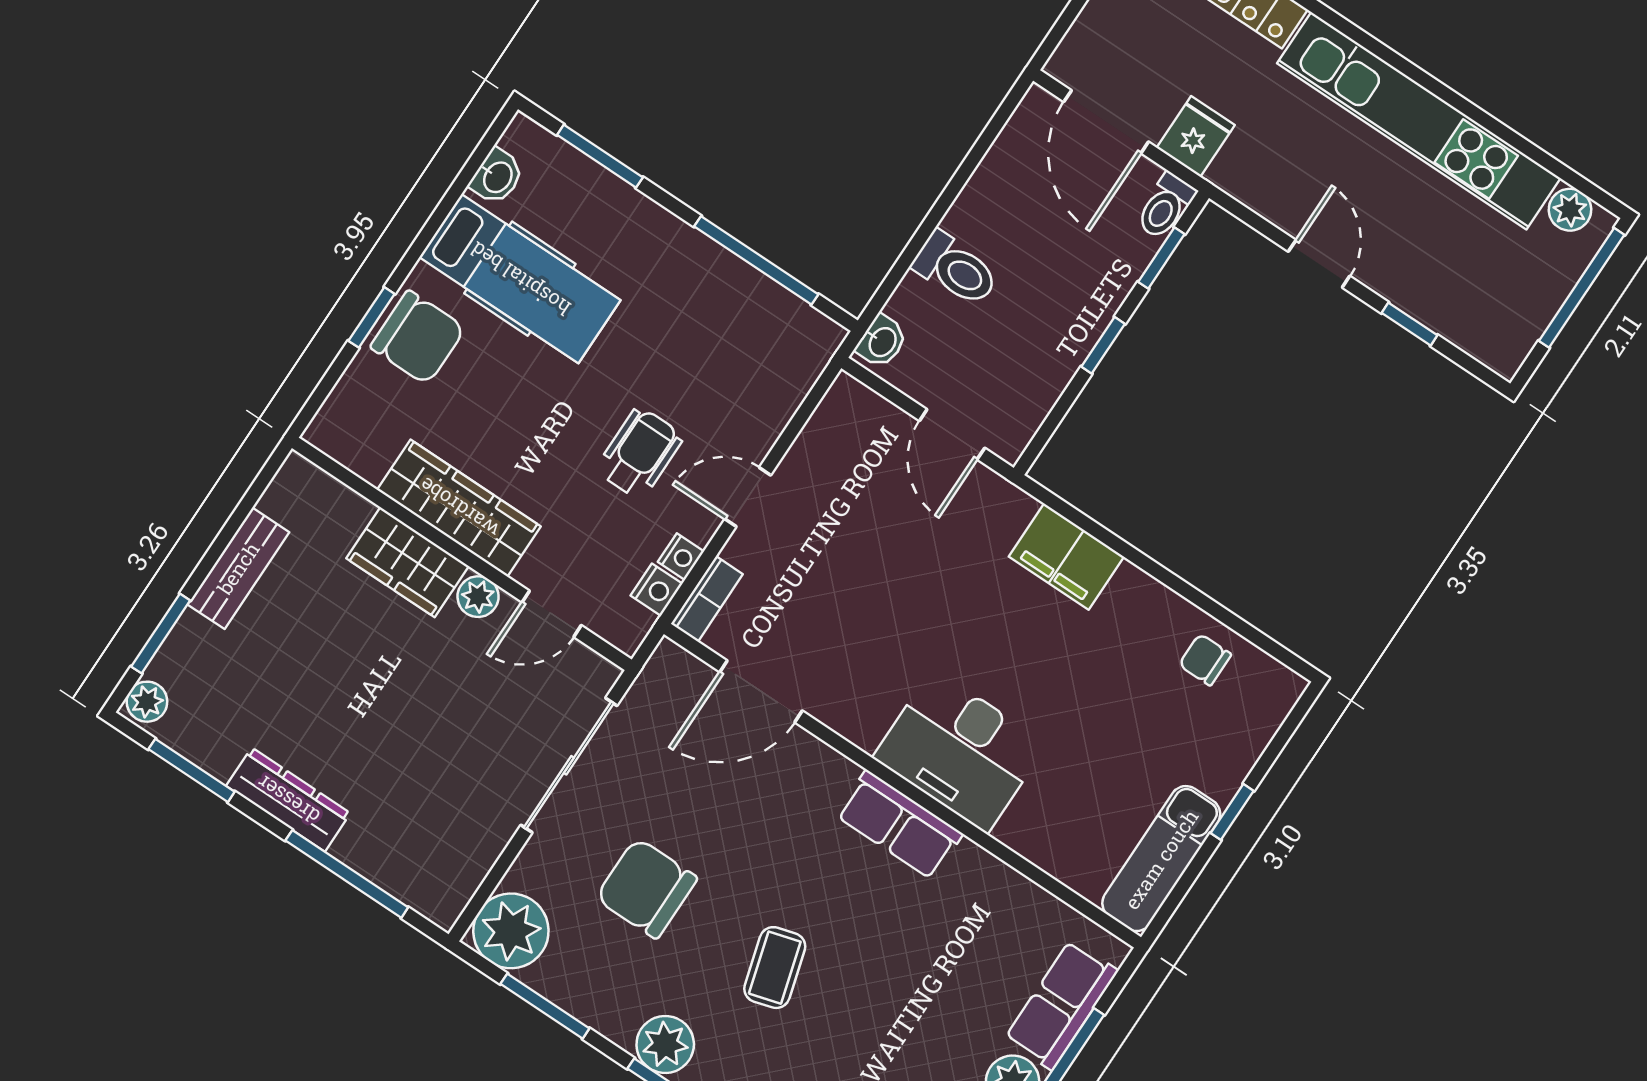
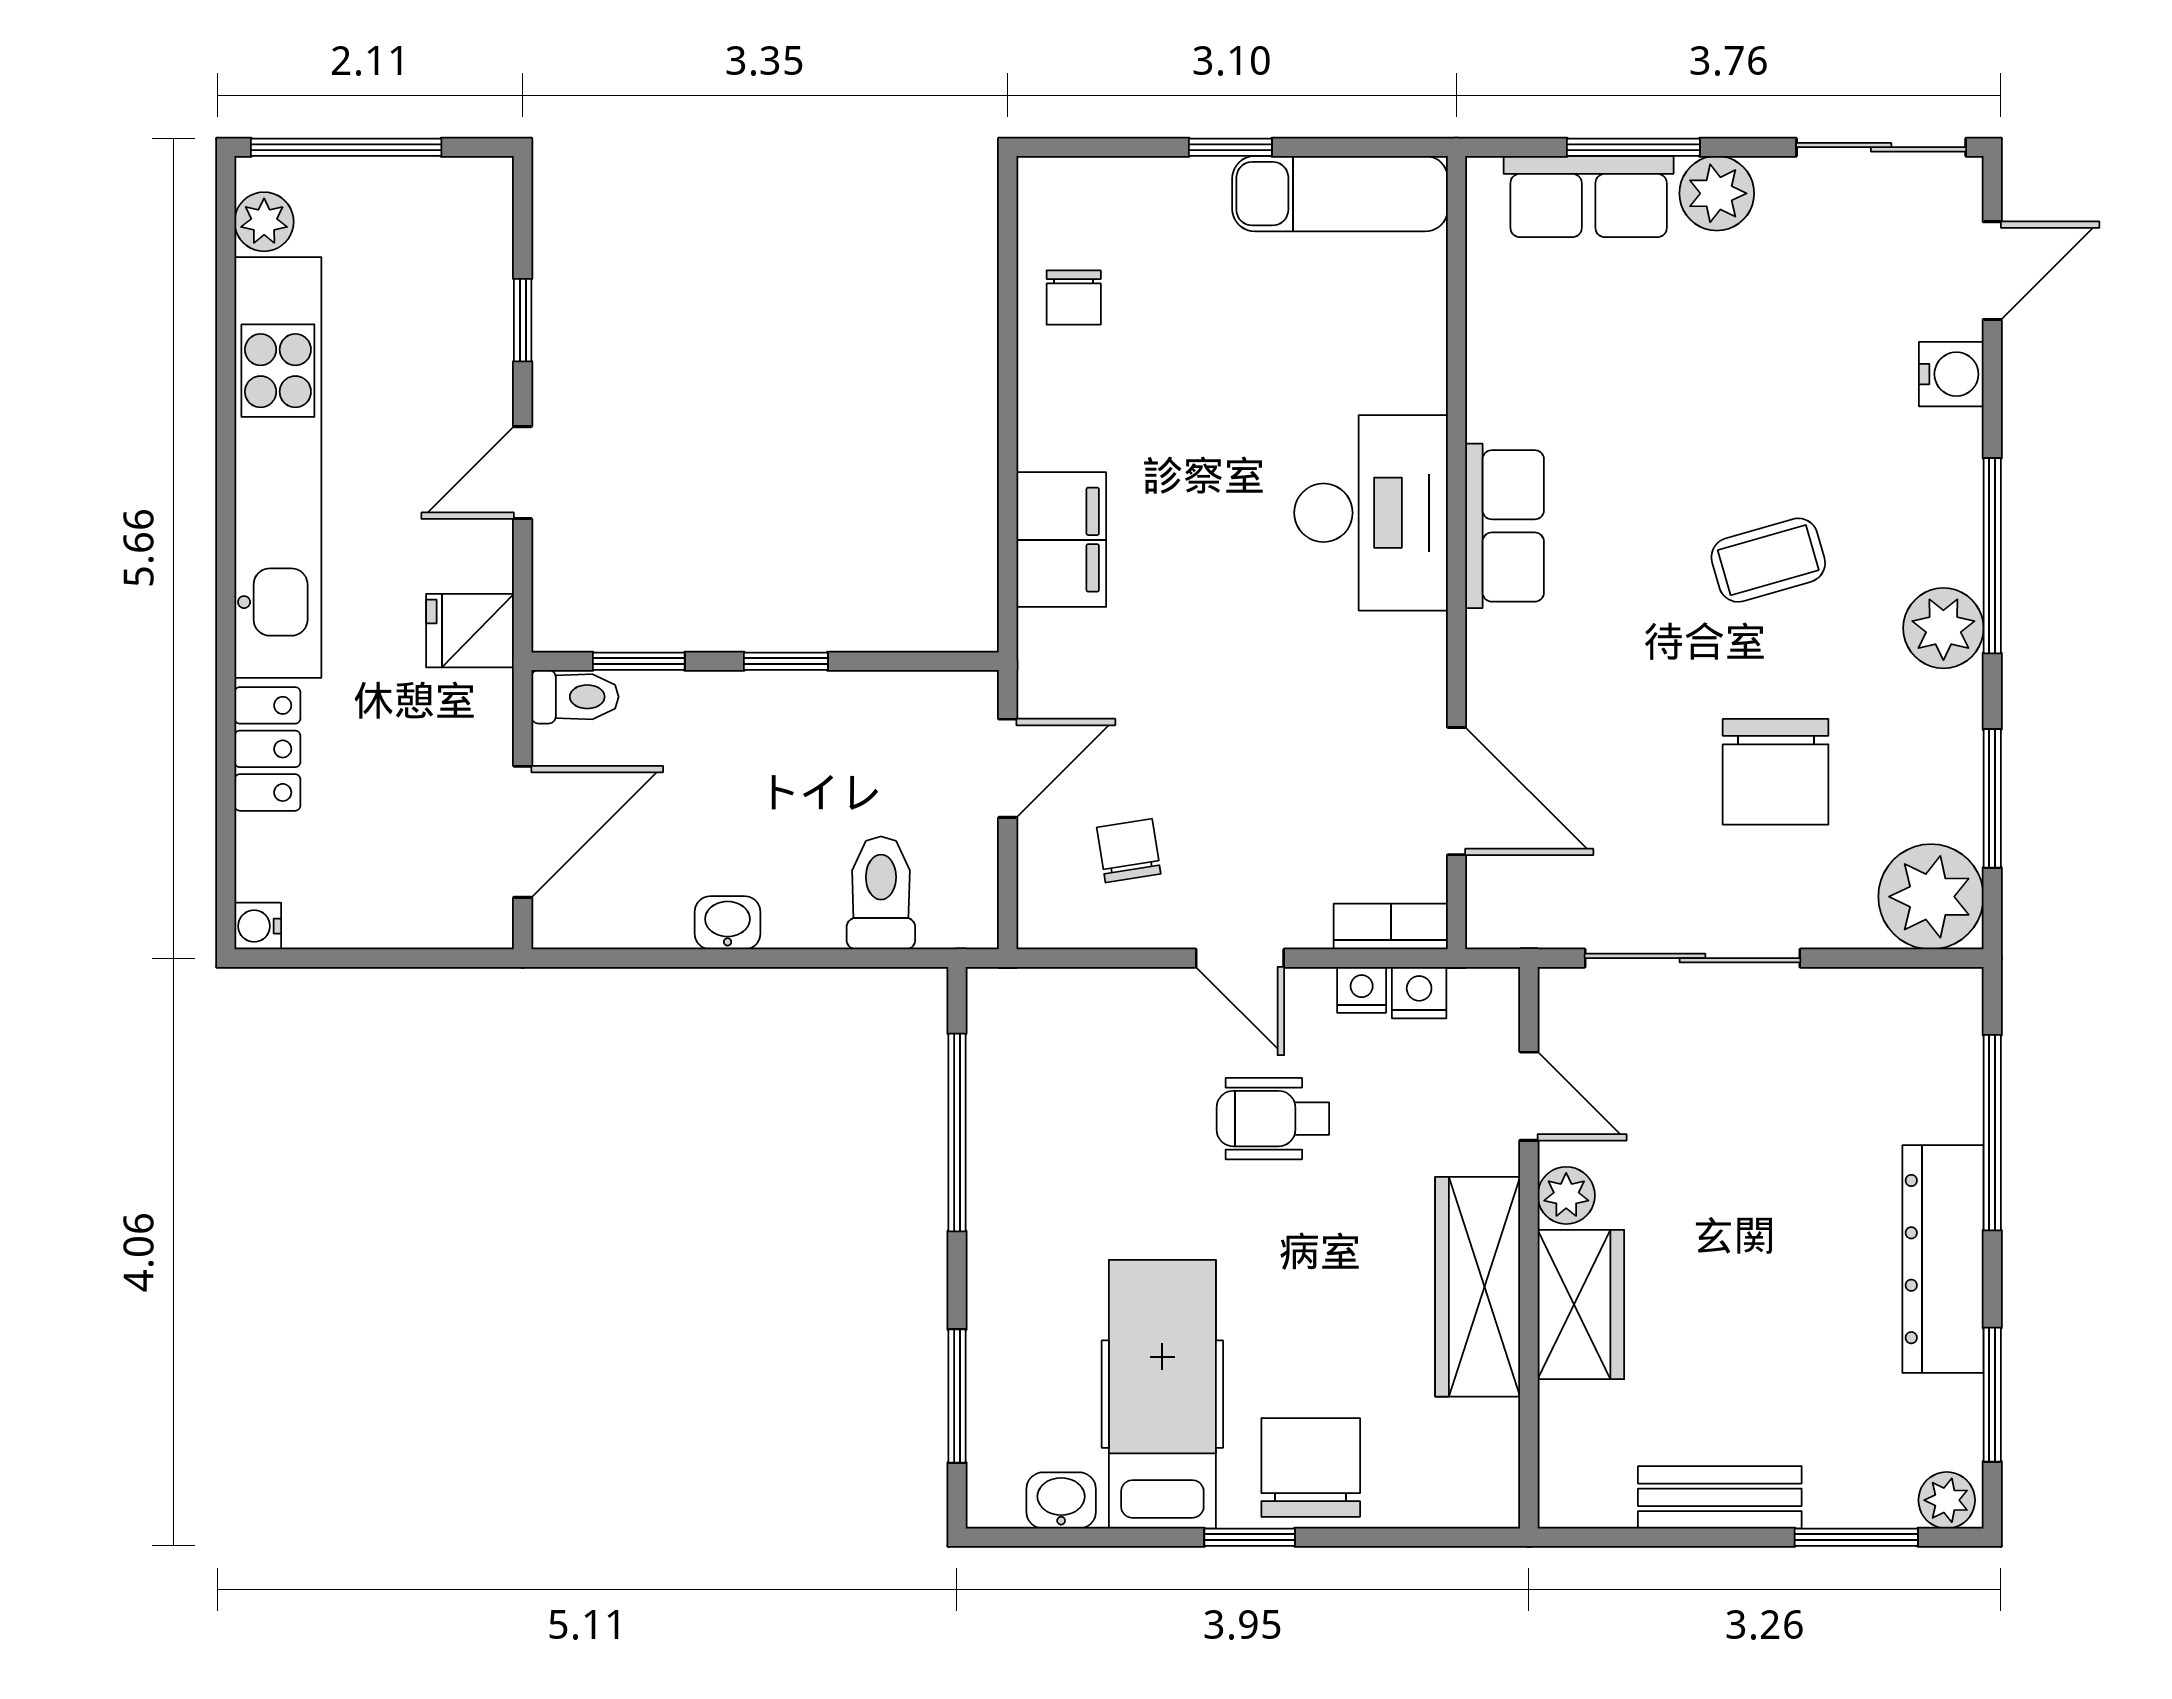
fridge: (1196, 136) -> (470, 631), moved
toilet: (956, 269) -> (881, 893), moved
window: (372, 317) -> (1250, 1537), moved
washbasin: (882, 341) -> (728, 923), moved
chair: (855, 474) -> (1129, 851), added
dresser: (288, 800) -> (1943, 1259), width x1.37, depth x1.24

